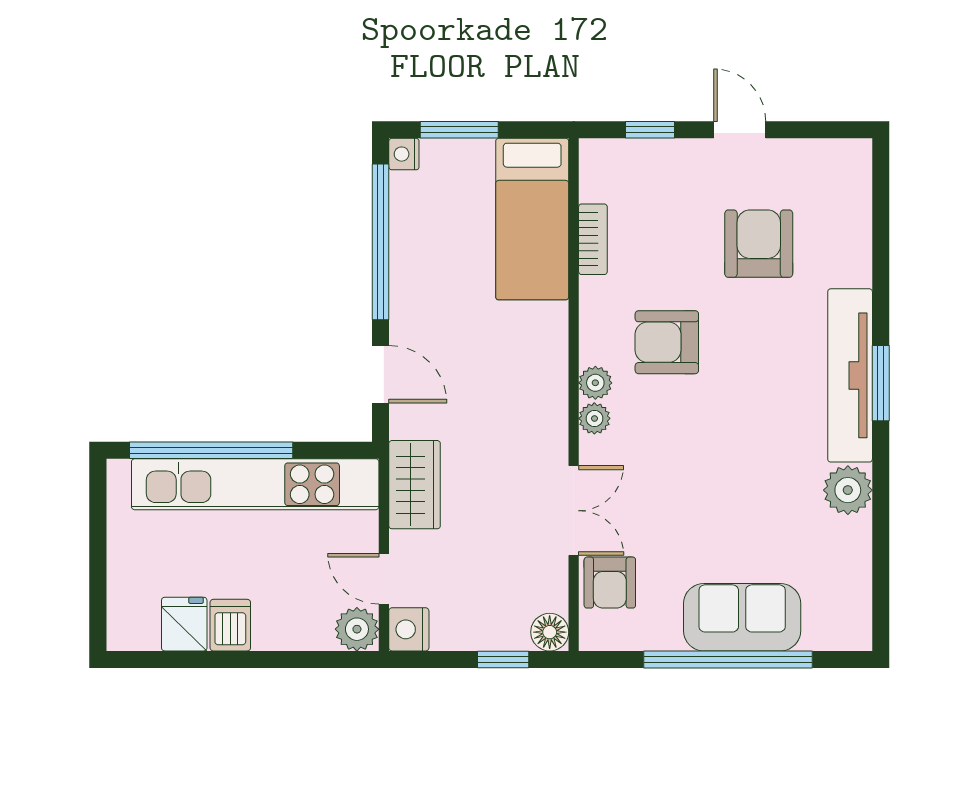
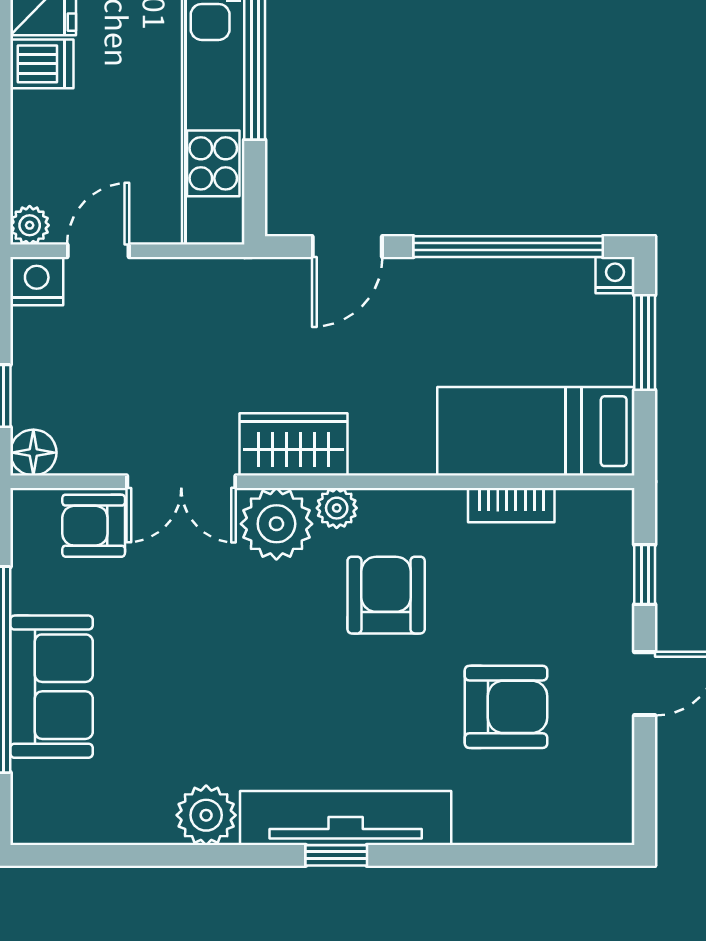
window: (881, 383) -> (336, 855), width x0.67
plant: (594, 418) -> (276, 524), width x1.88, depth x1.88
wardrobe: (415, 485) -> (293, 444), moved, turned 180
plant: (357, 629) -> (30, 225), width x0.73, depth x0.73

